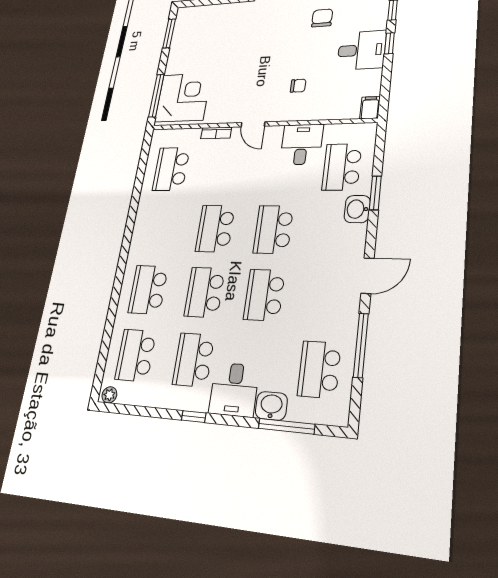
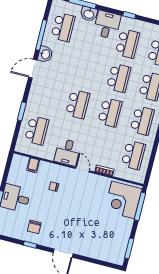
filing cabinet: (370, 108) -> (33, 165), moved
desk: (302, 144) -> (67, 152), moved
washbasin: (357, 209) -> (45, 54), moved
school desk: (264, 295) -> (142, 121), moved

